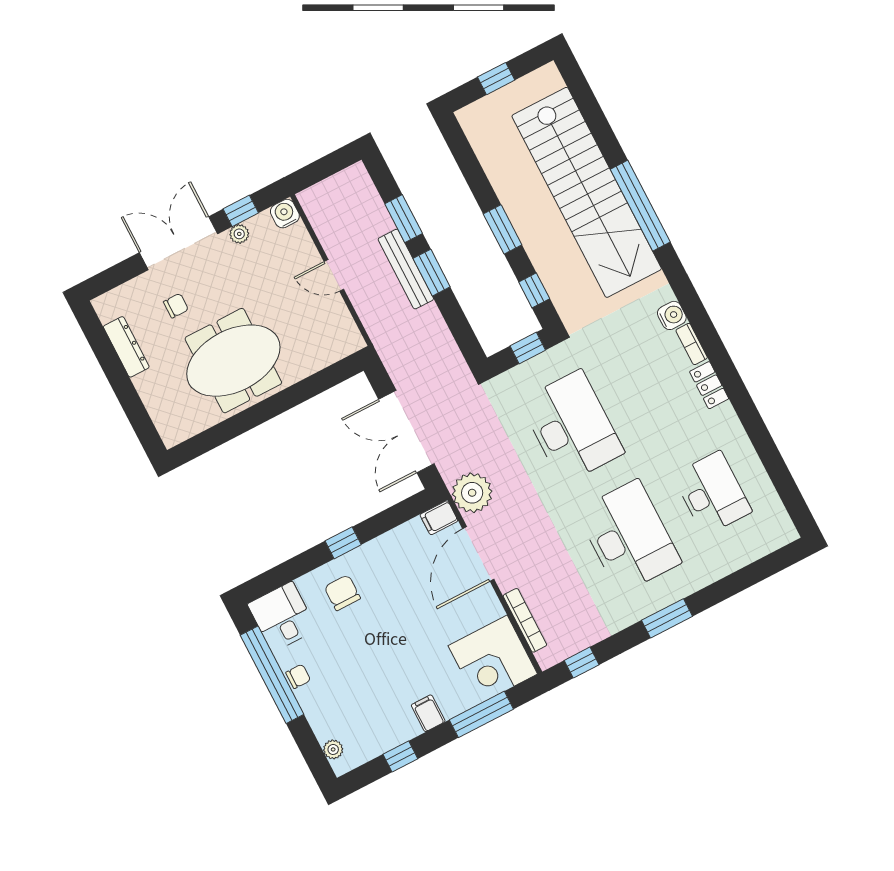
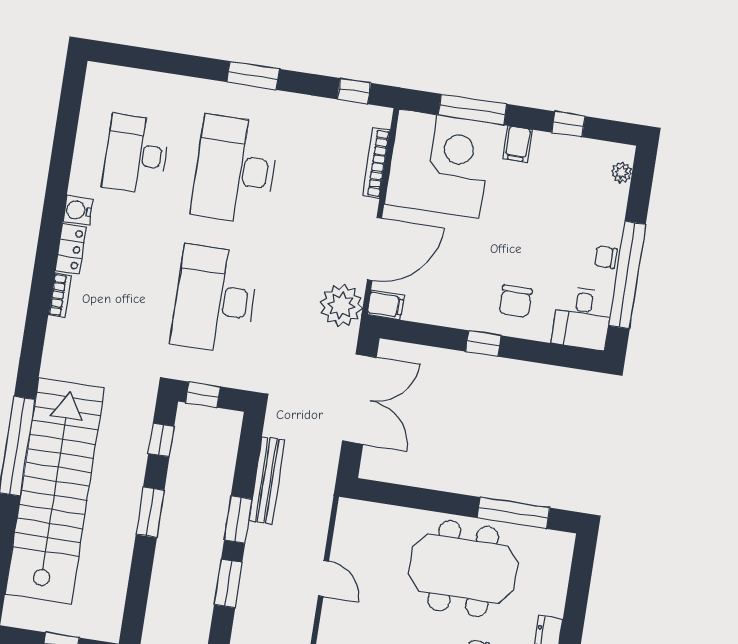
bench: (406, 269) -> (267, 480), moved
water cooler: (672, 315) -> (78, 210), moved
window: (226, 431) -> (513, 513), added
corner desk: (493, 660) -> (439, 164), width x1.36, depth x1.36

